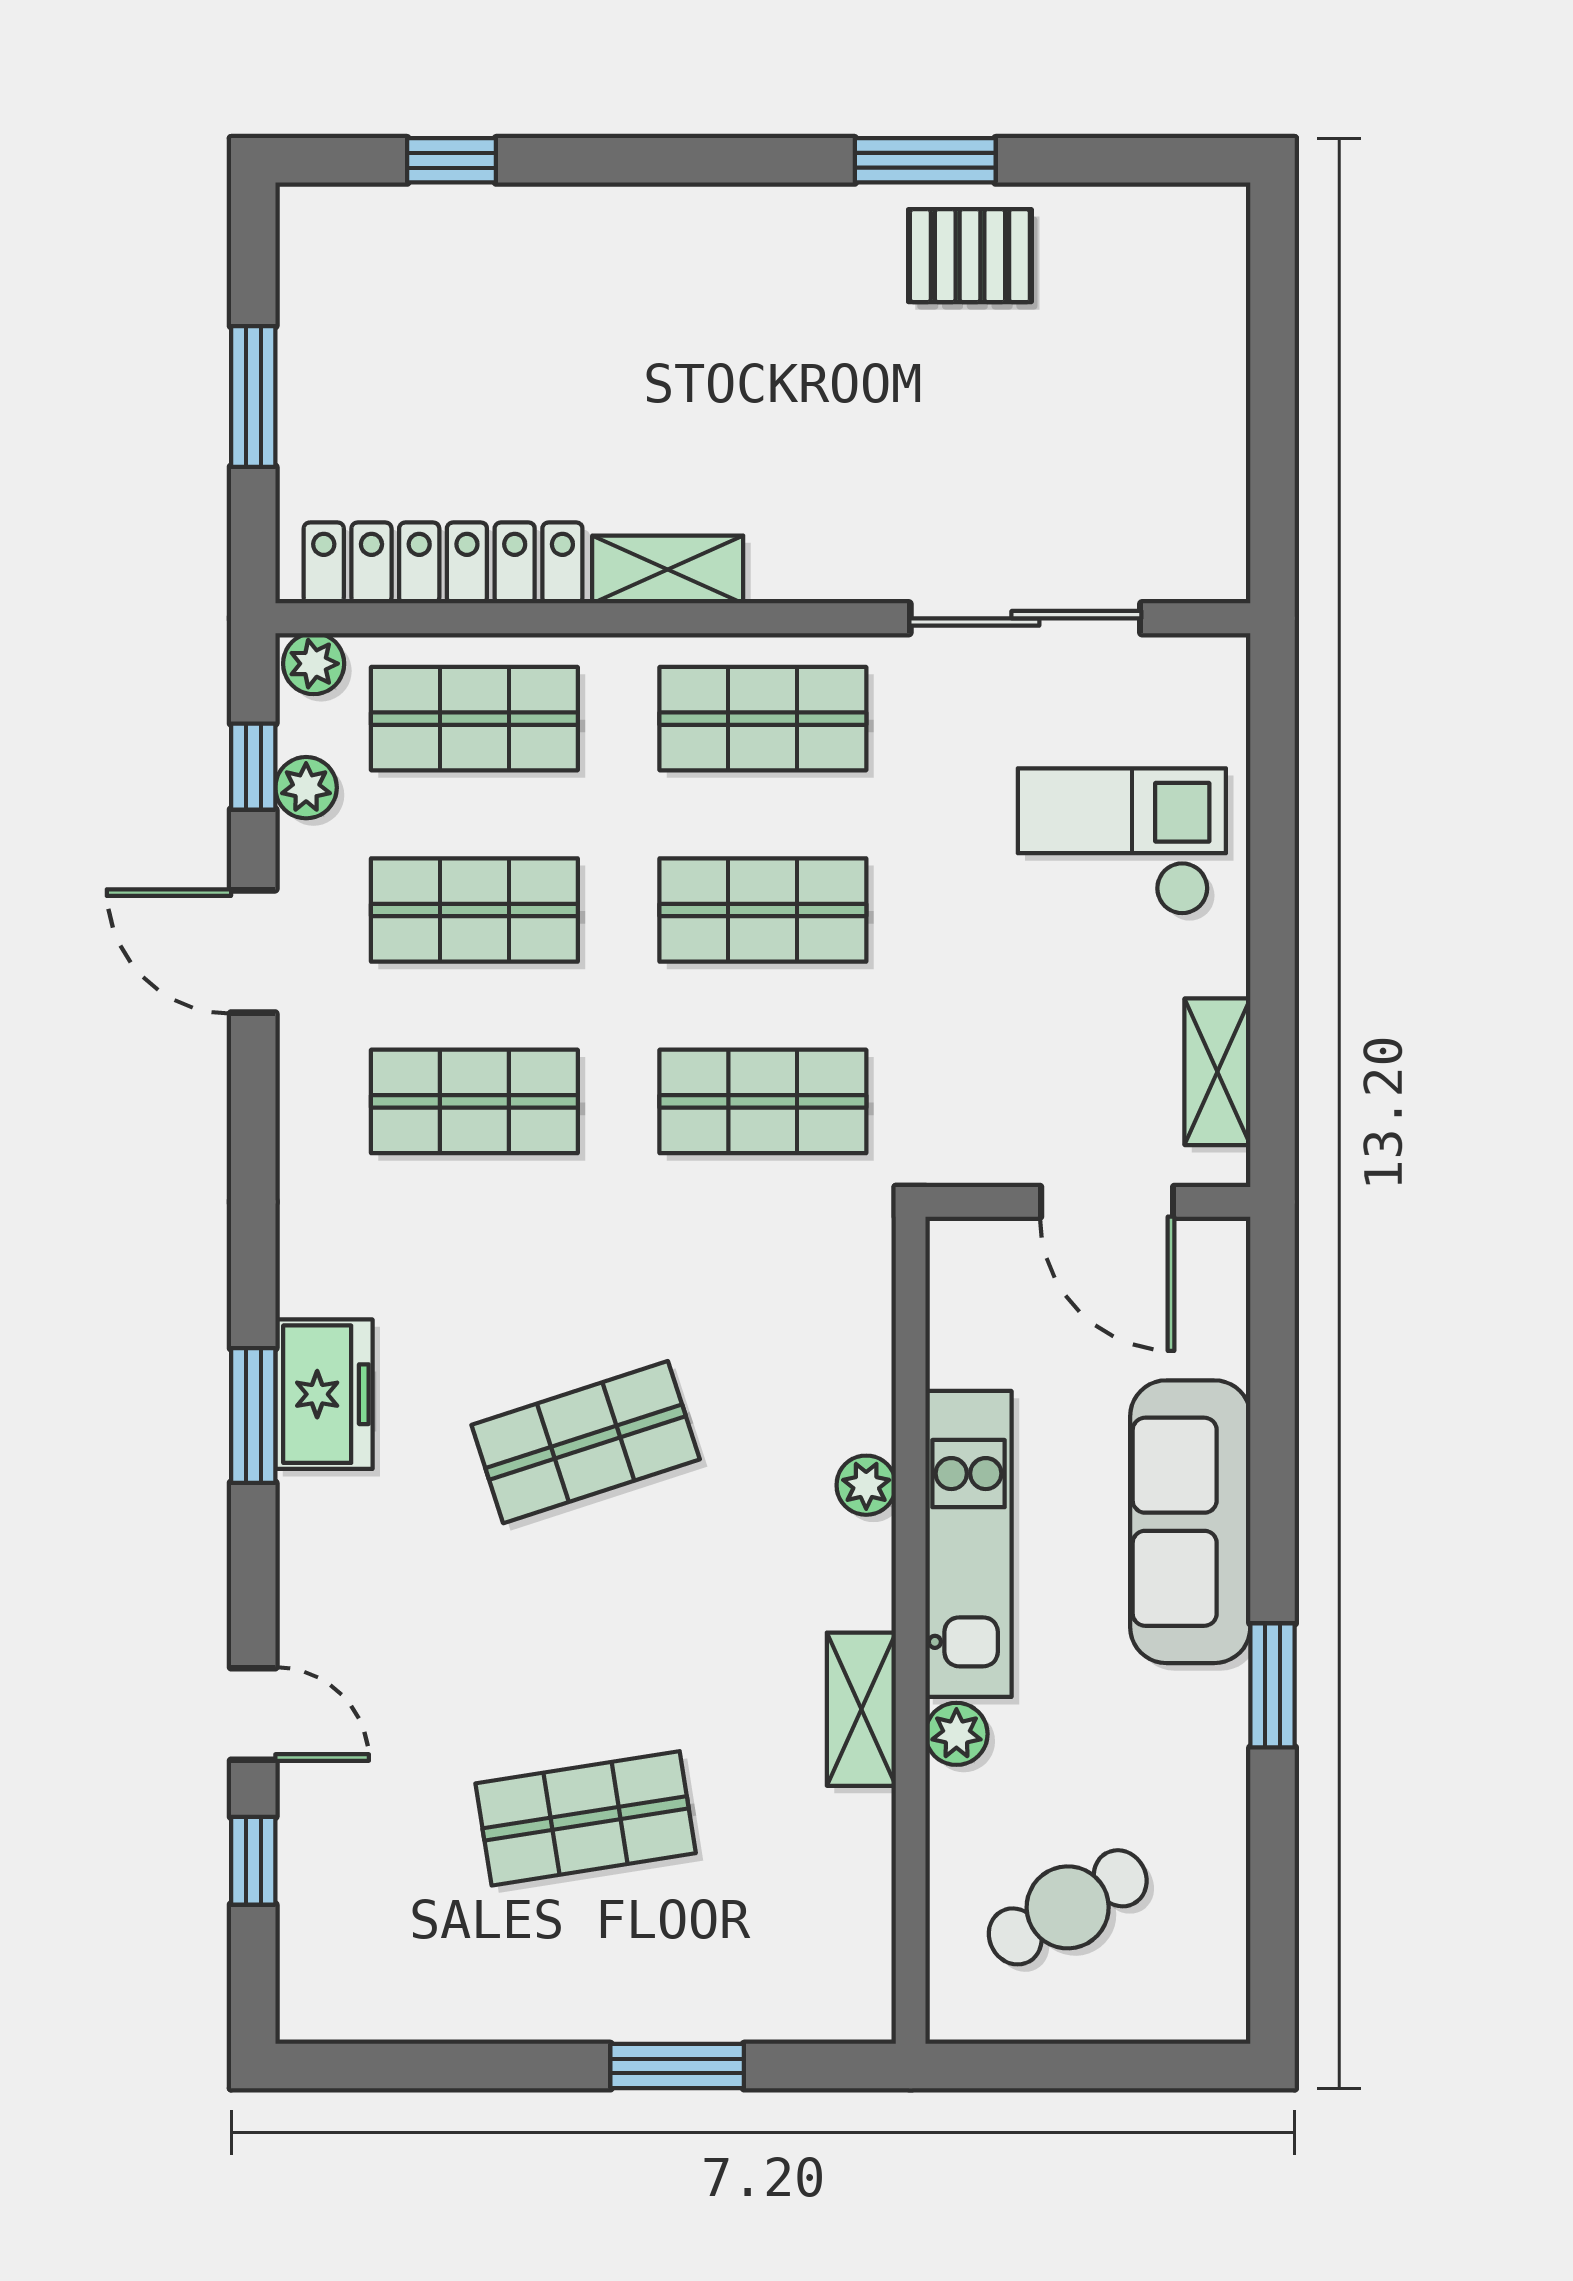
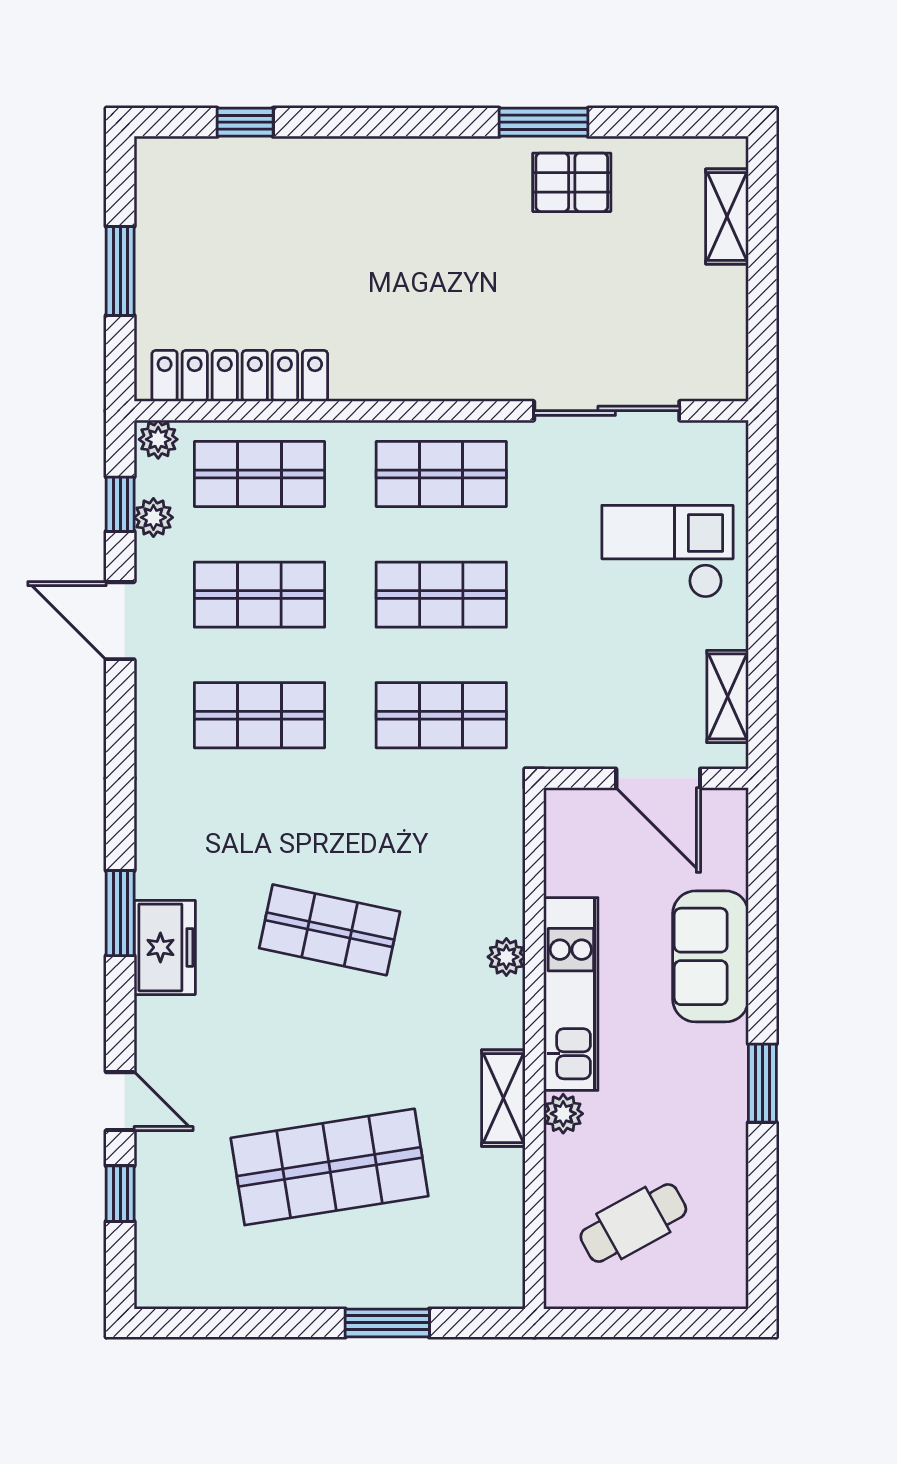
shelving: (668, 570) -> (727, 217), moved, turned 90
freezer: (324, 1394) -> (165, 947), moved
shop shelf: (586, 1442) -> (330, 930), turned 30
sofa: (1190, 1522) -> (711, 956), width x0.73
shop shelf: (586, 1818) -> (330, 1167), width x1.43, depth x1.36

